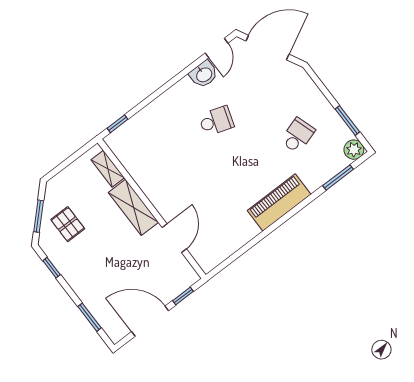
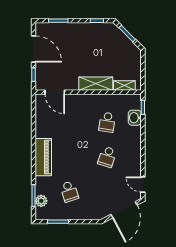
washbasin: (204, 74) -> (135, 118), moved
plant: (354, 150) -> (41, 201), moved
school desk: (172, 155) -> (107, 122), added
pallet: (68, 224) -> (112, 45), removed
door: (174, 238) -> (55, 92), moved
door: (150, 321) -> (33, 49), hinge flipped

